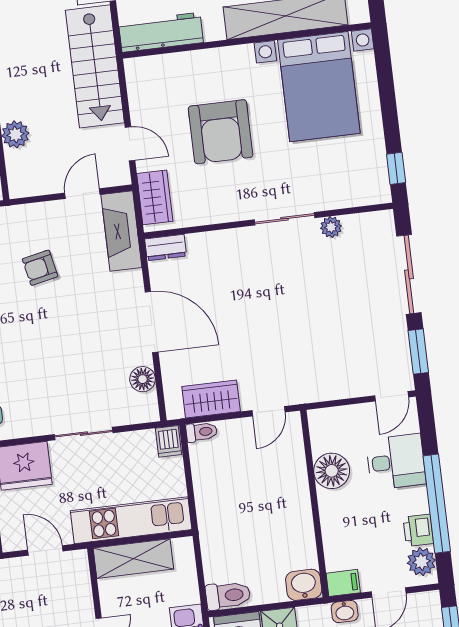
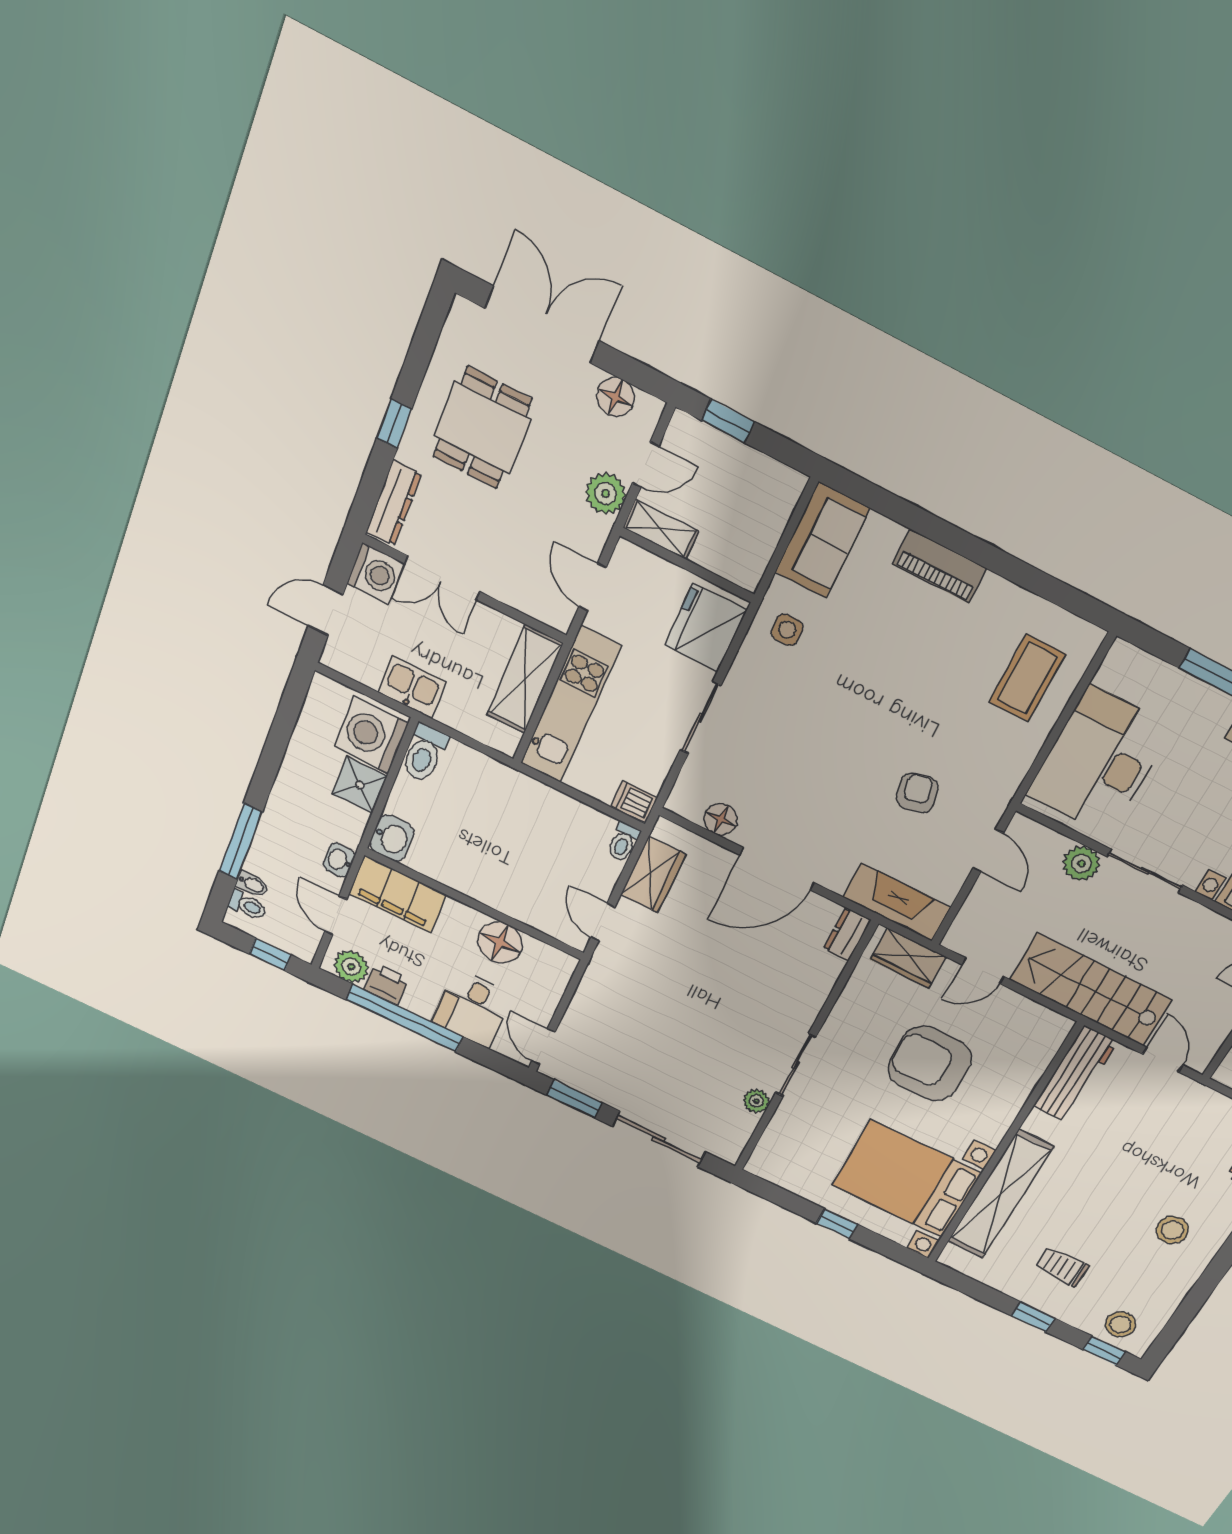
window: (396, 168) -> (837, 1224), moved
door: (82, 194) -> (988, 851), moved
door: (45, 550) -> (592, 587), swing flipped
filing cabinet: (343, 583) -> (398, 894), width x3.00, depth x1.17

